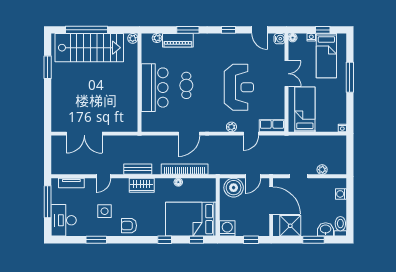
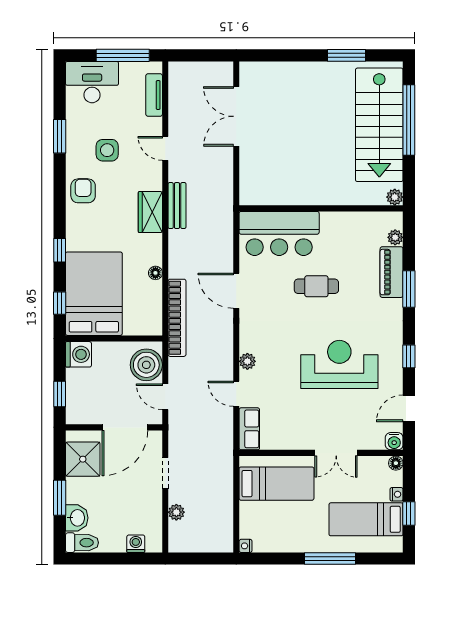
reception desk: (239, 87) -> (339, 364), moved, turned 180
bar counter: (155, 88) -> (279, 233), moved
bookcase: (185, 169) -> (177, 318), moved

